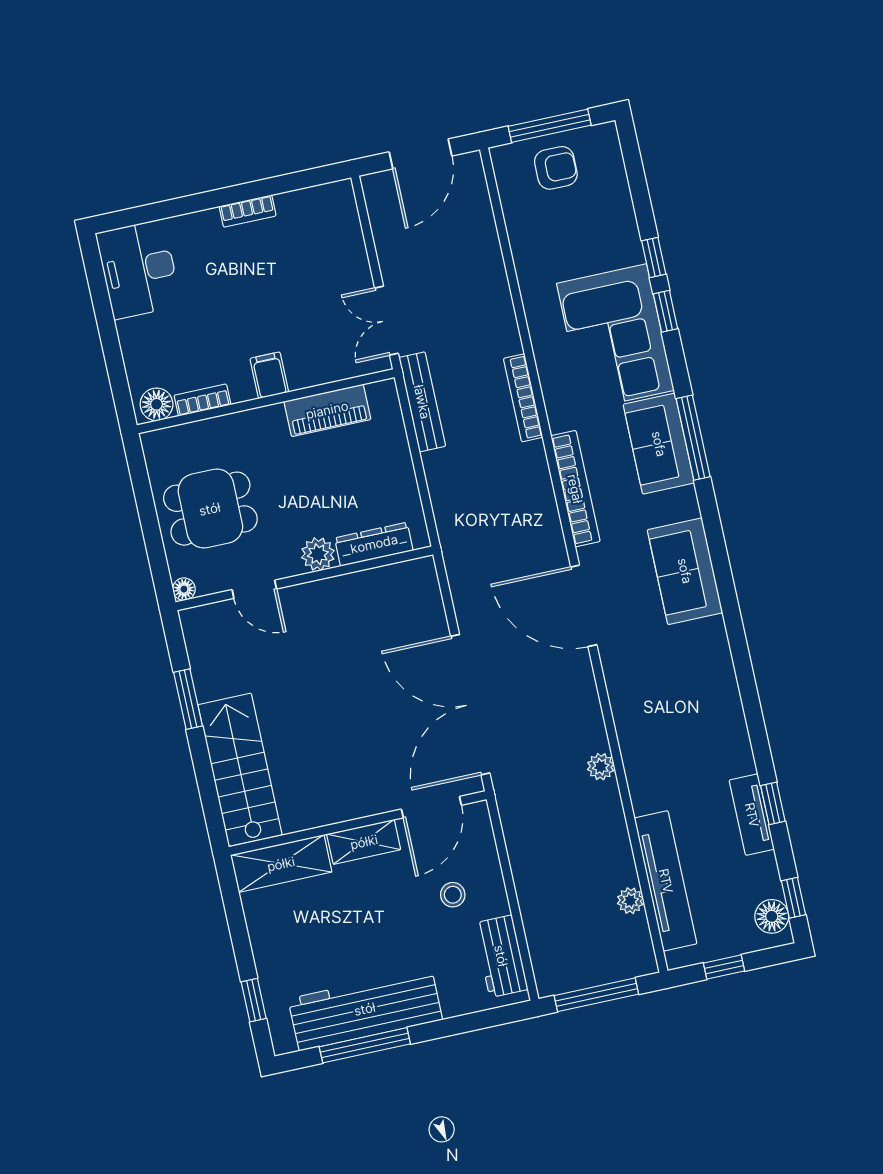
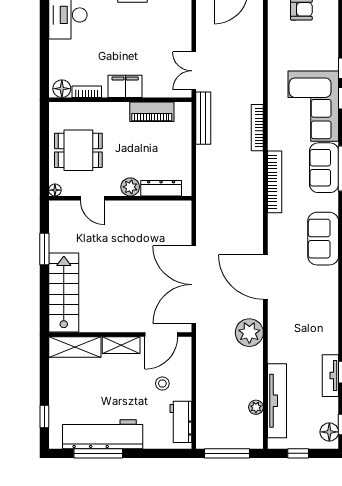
filing cabinet: (269, 375) -> (125, 86), width x2.00
door: (584, 606) -> (265, 277), moved
plant: (601, 767) -> (249, 333), width x1.87, depth x1.87

